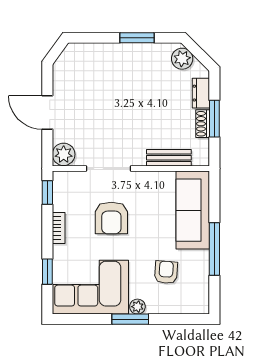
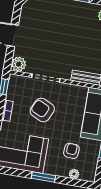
armchair: (111, 218) -> (42, 110), turned 115
plant: (137, 307) -> (74, 174), moved

